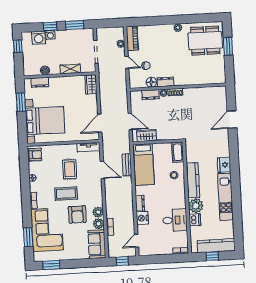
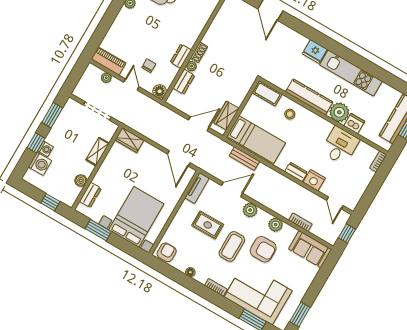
window: (18, 46) -> (50, 202), moved
door: (127, 62) -> (131, 84), hinge flipped
floor lamp: (151, 82) -> (160, 91), moved
plant: (99, 224) -> (250, 210), moved

